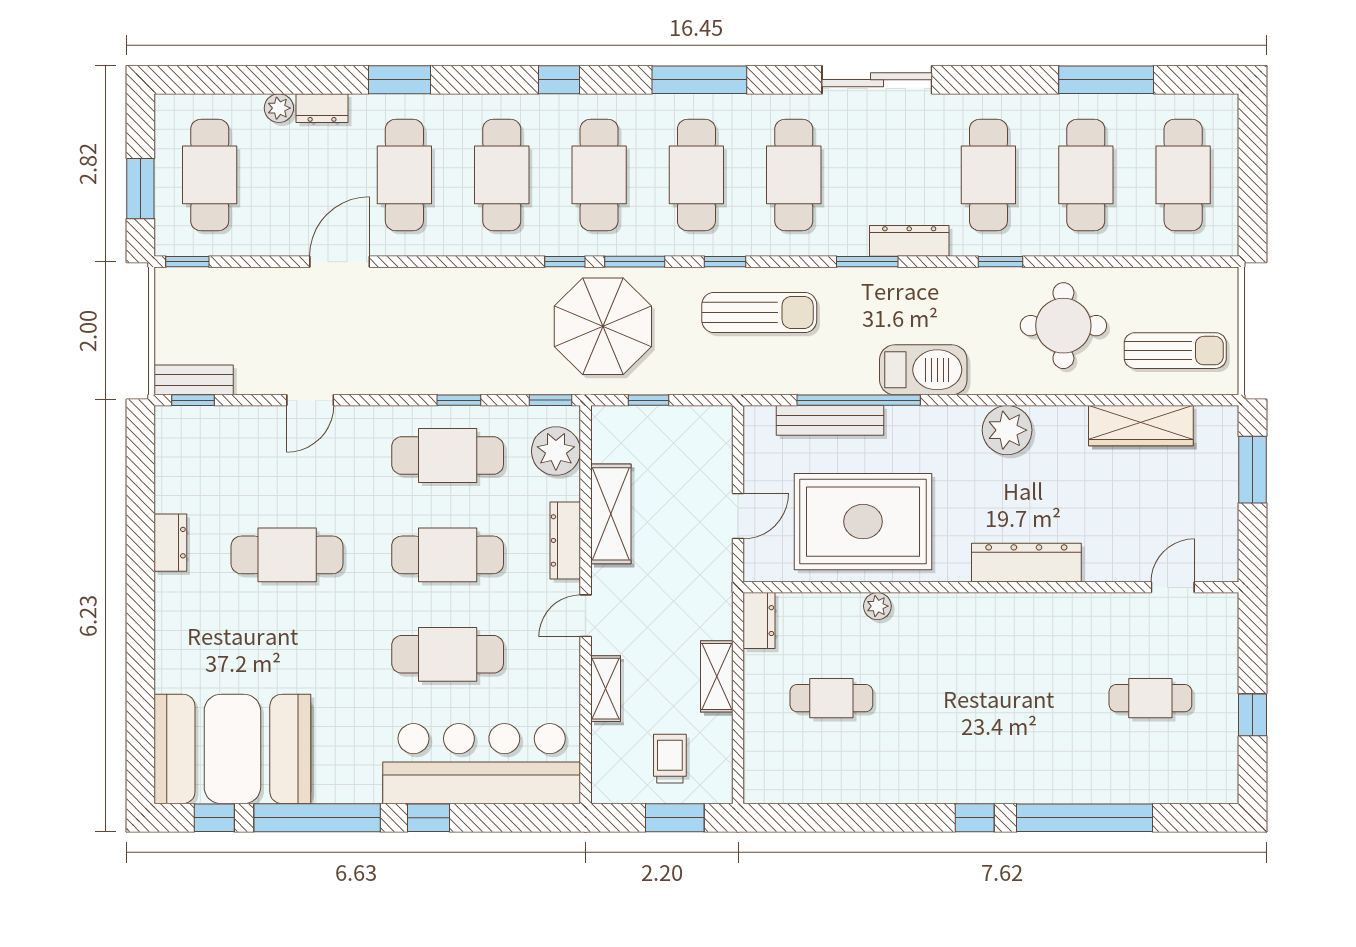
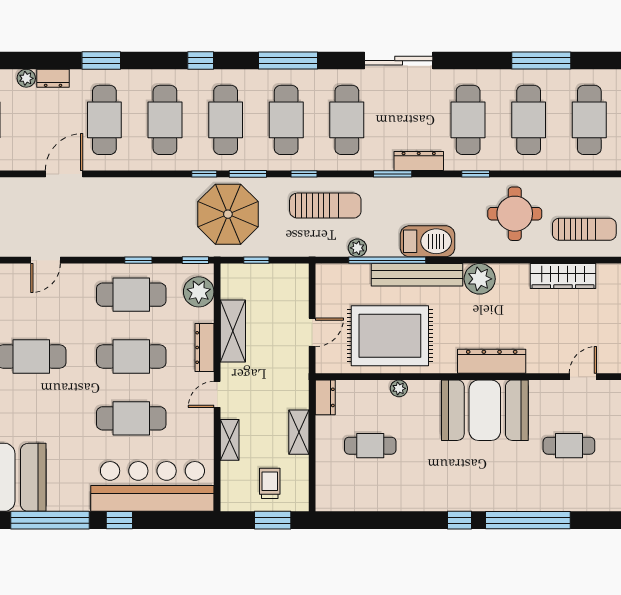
plant: (811, 380) -> (357, 248), added
bench: (830, 420) -> (417, 275), moved, width x1.37, depth x1.21
booth: (1015, 641) -> (485, 410), added

